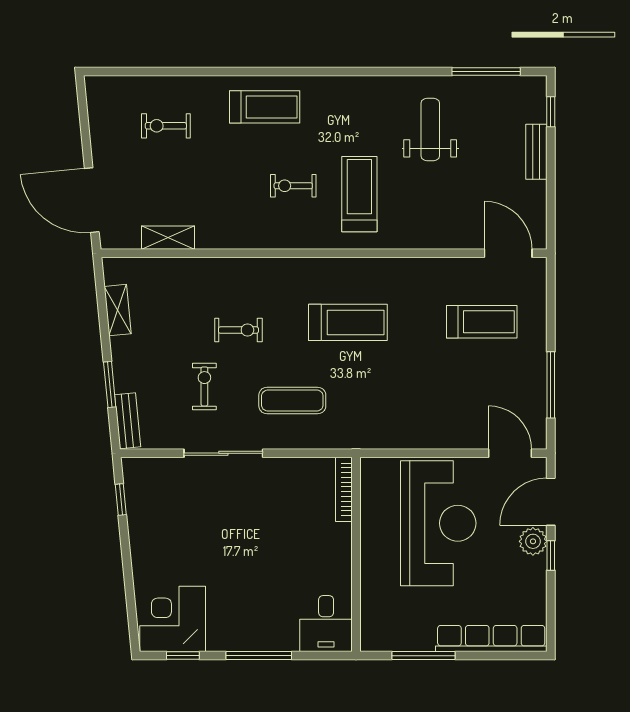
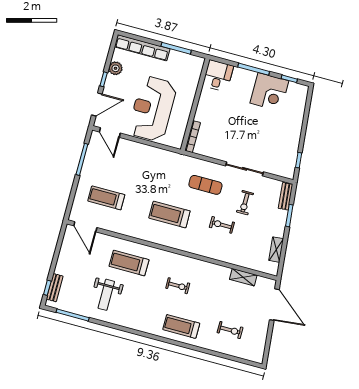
bench: (536, 152) -> (55, 288), moved
treadmill: (359, 194) -> (129, 263), moved, turned 90
plant: (533, 541) -> (116, 68), moved
corner desk: (173, 619) -> (269, 92), moved

